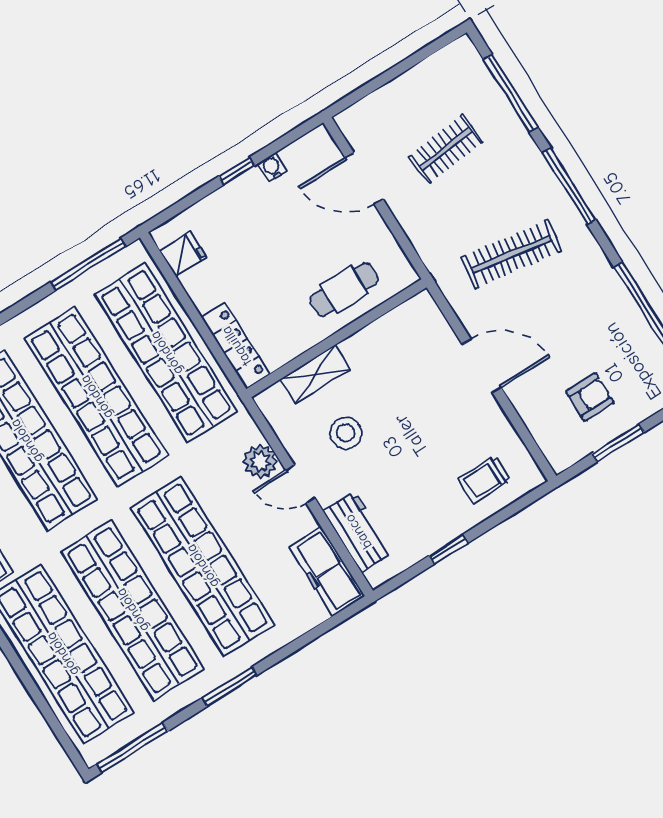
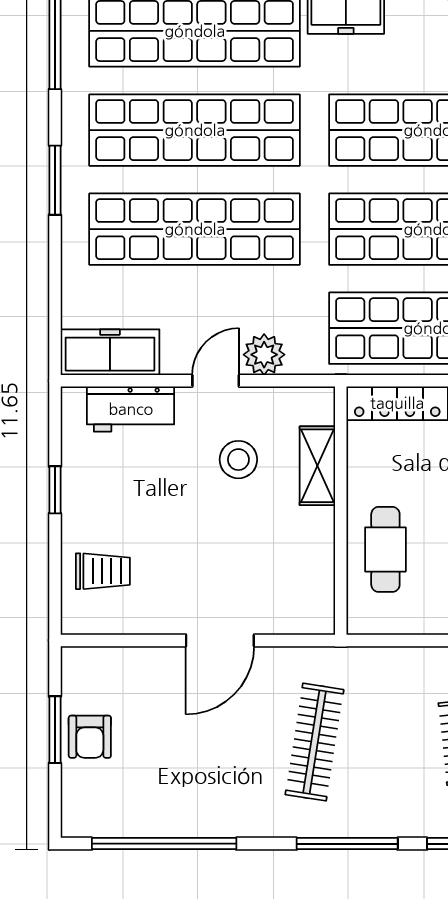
armchair: (590, 397) -> (90, 737), moved
trolley: (485, 479) -> (103, 571), turned 90

